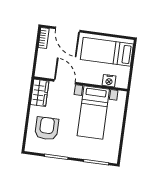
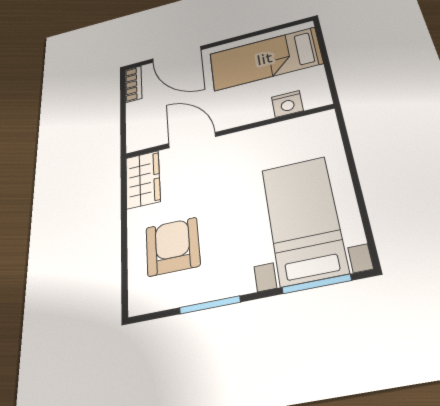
bed with nightstands: (93, 113) -> (303, 219), moved, turned 180

